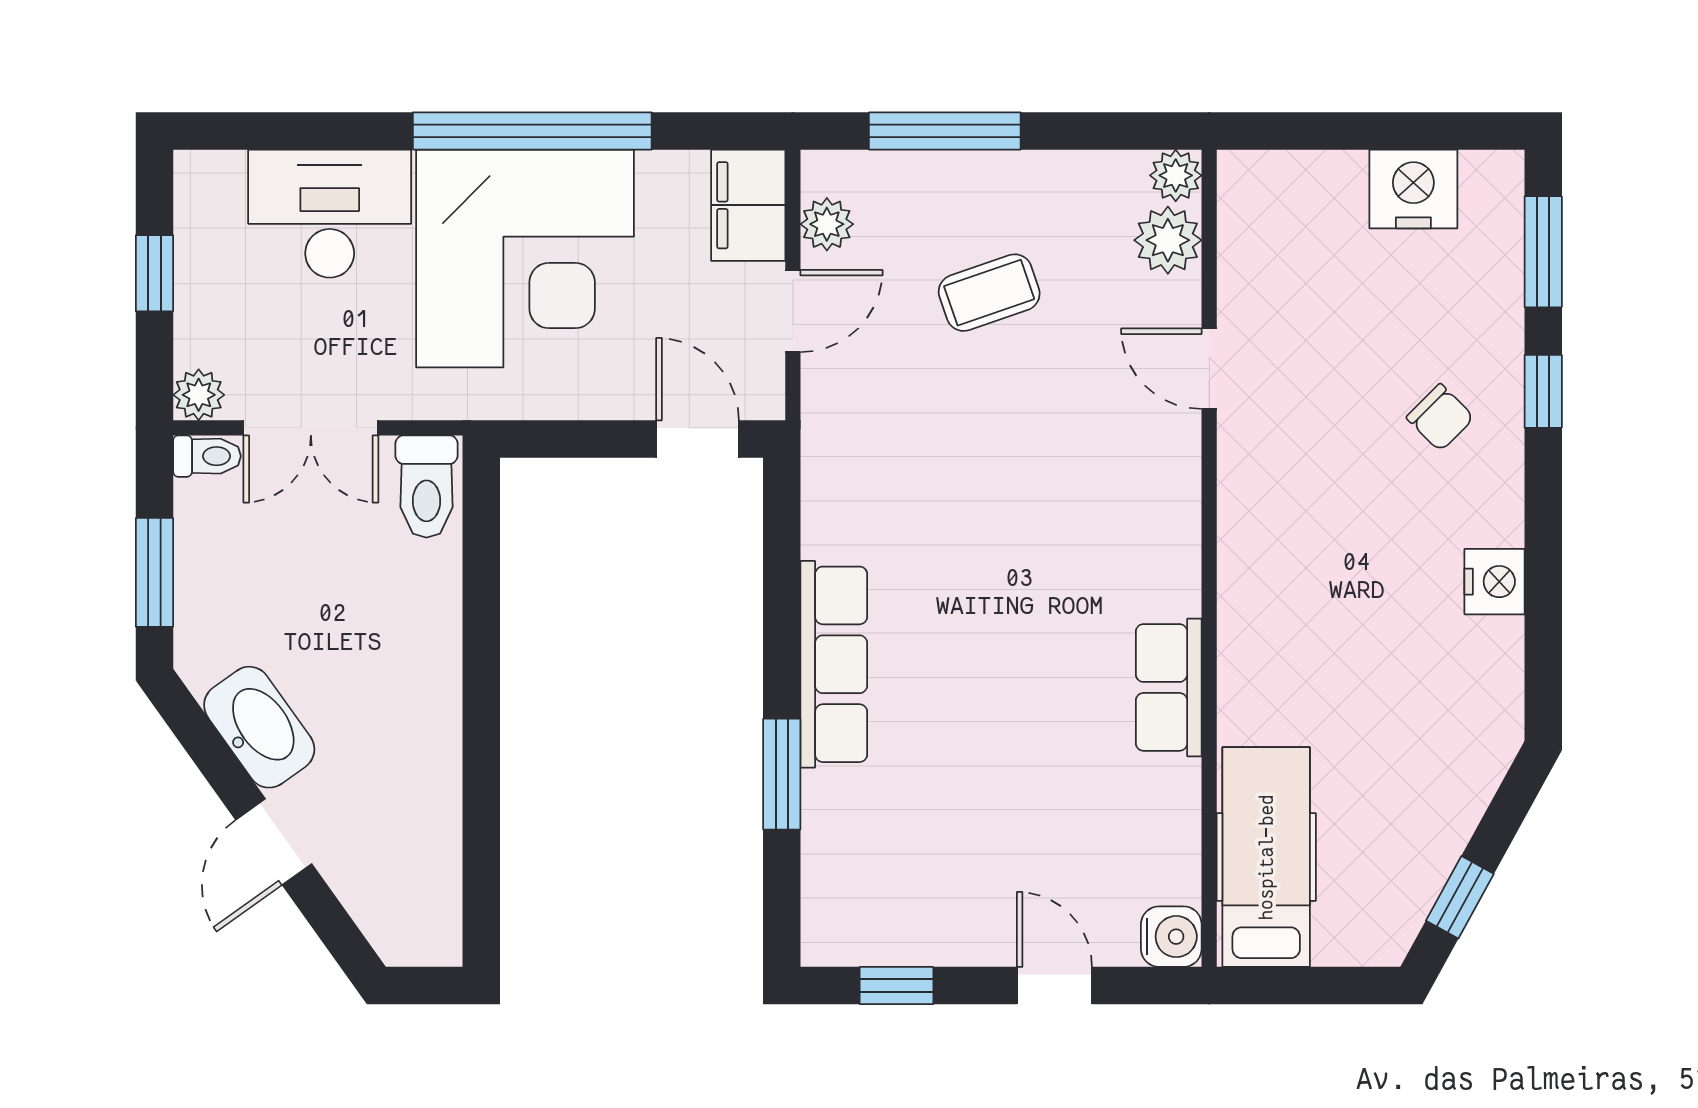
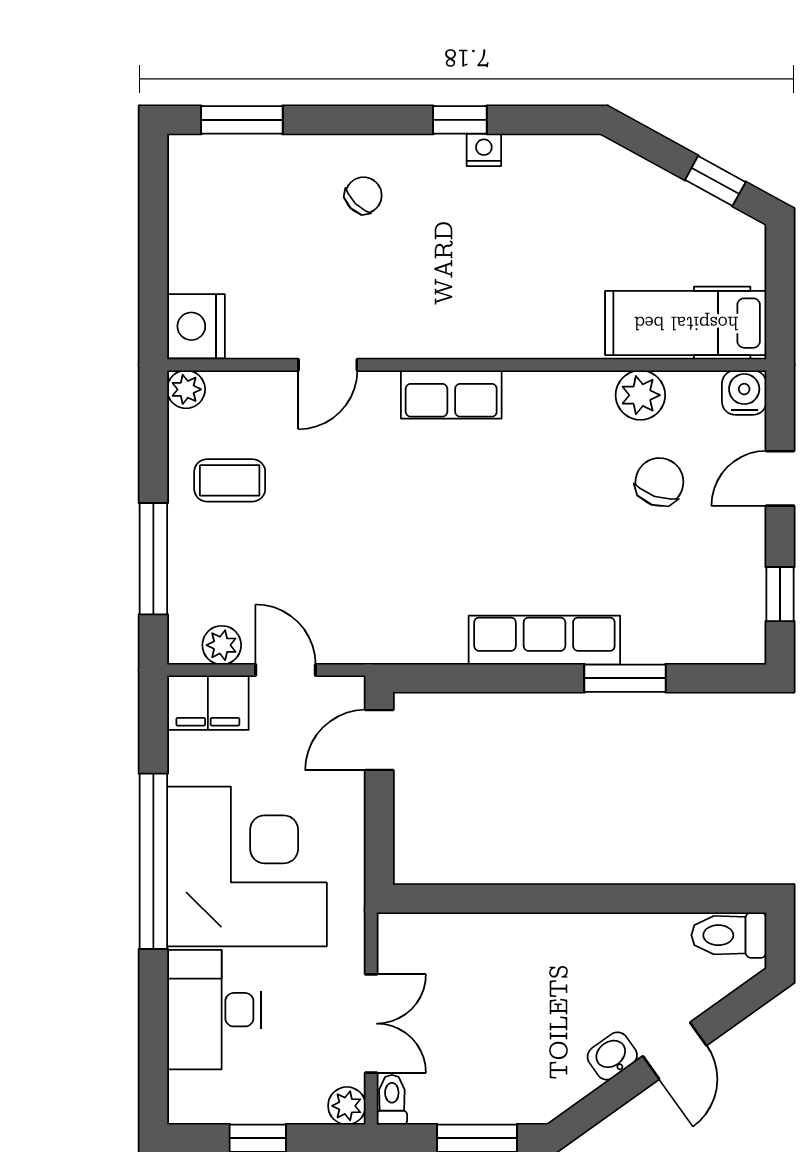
nightstand: (1413, 189) -> (196, 326), moved
plant: (1168, 240) -> (640, 395), moved
coffee table: (989, 293) -> (230, 480), moved, turned -71
window: (1543, 391) -> (460, 120), moved
toilet: (426, 487) -> (729, 935), moved, turned 180
nightstand: (1494, 582) -> (484, 150), width x0.72, depth x0.74
row of seats: (1169, 687) -> (451, 394), moved
washbasin: (259, 727) -> (612, 1056), width x0.52, depth x0.69
chair: (1049, 821) -> (659, 482), added
door: (274, 842) -> (675, 1051), hinge flipped

